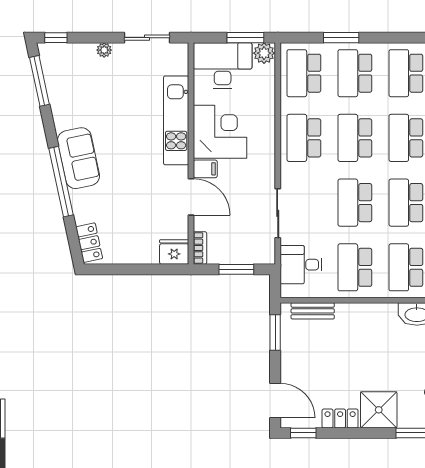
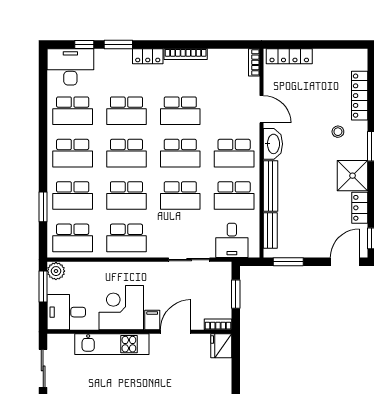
desk: (223, 66) -> (66, 312), width x0.73
bench: (366, 311) -> (271, 186), added

